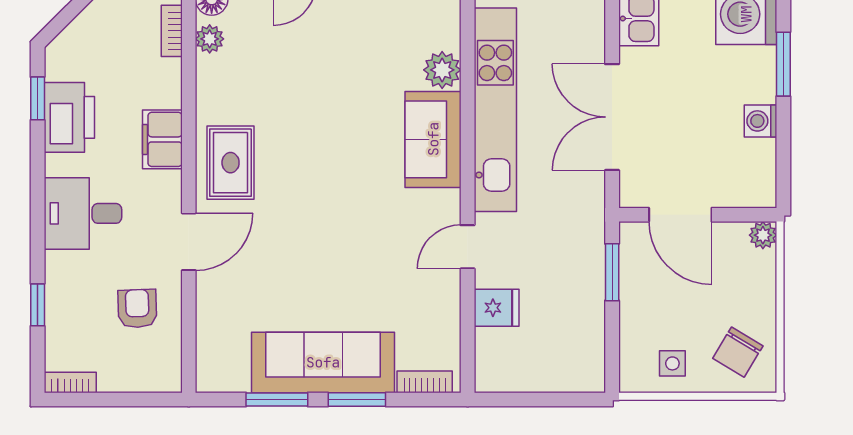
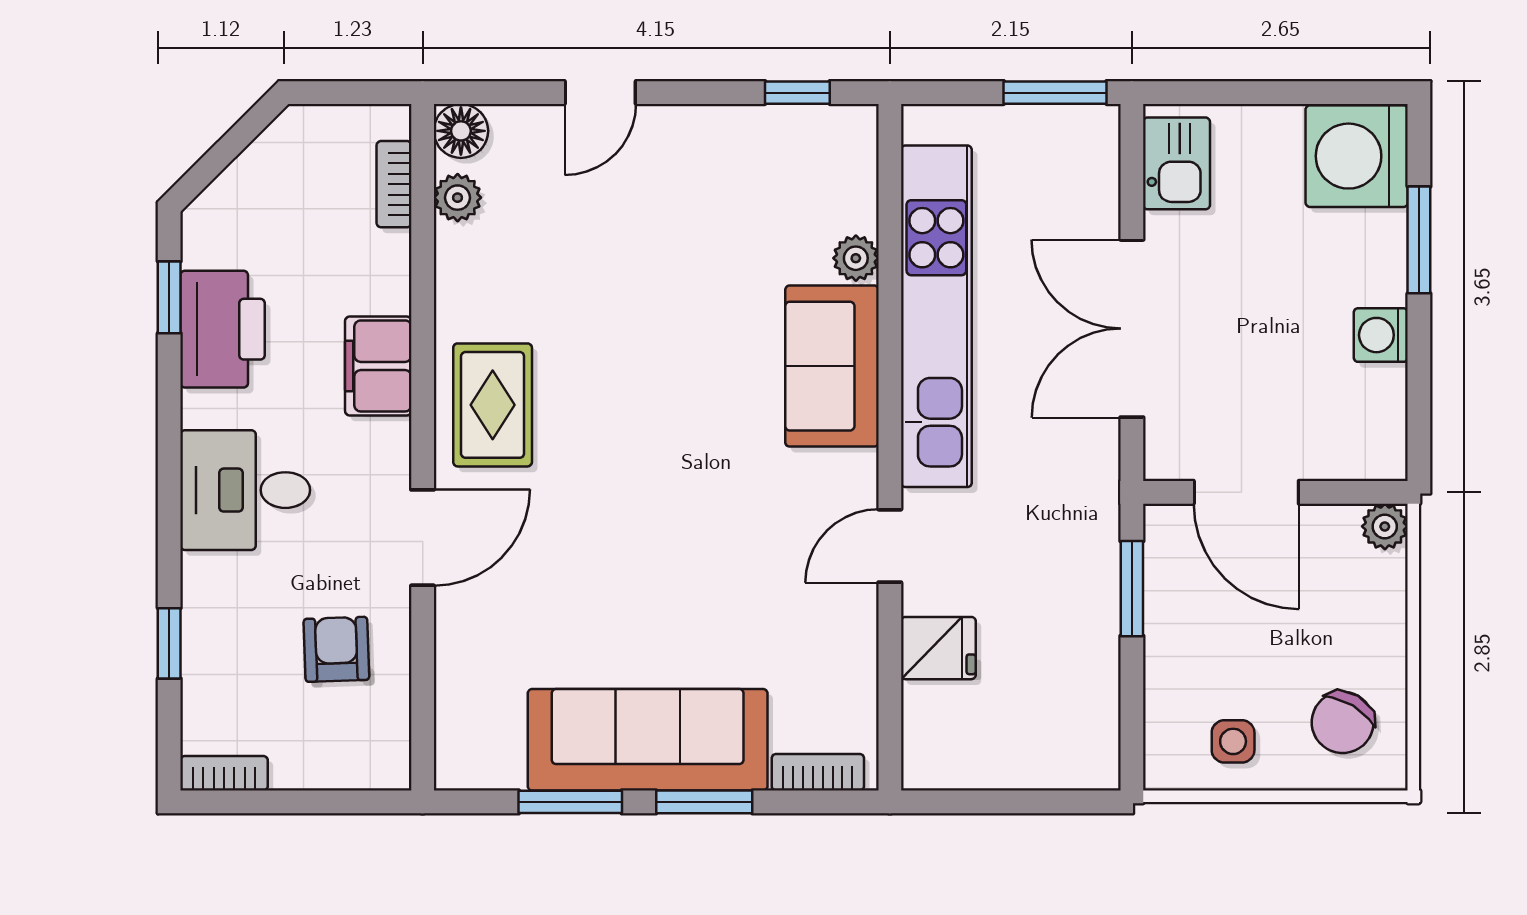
plant: (442, 70) -> (856, 258), width x0.73, depth x0.73

